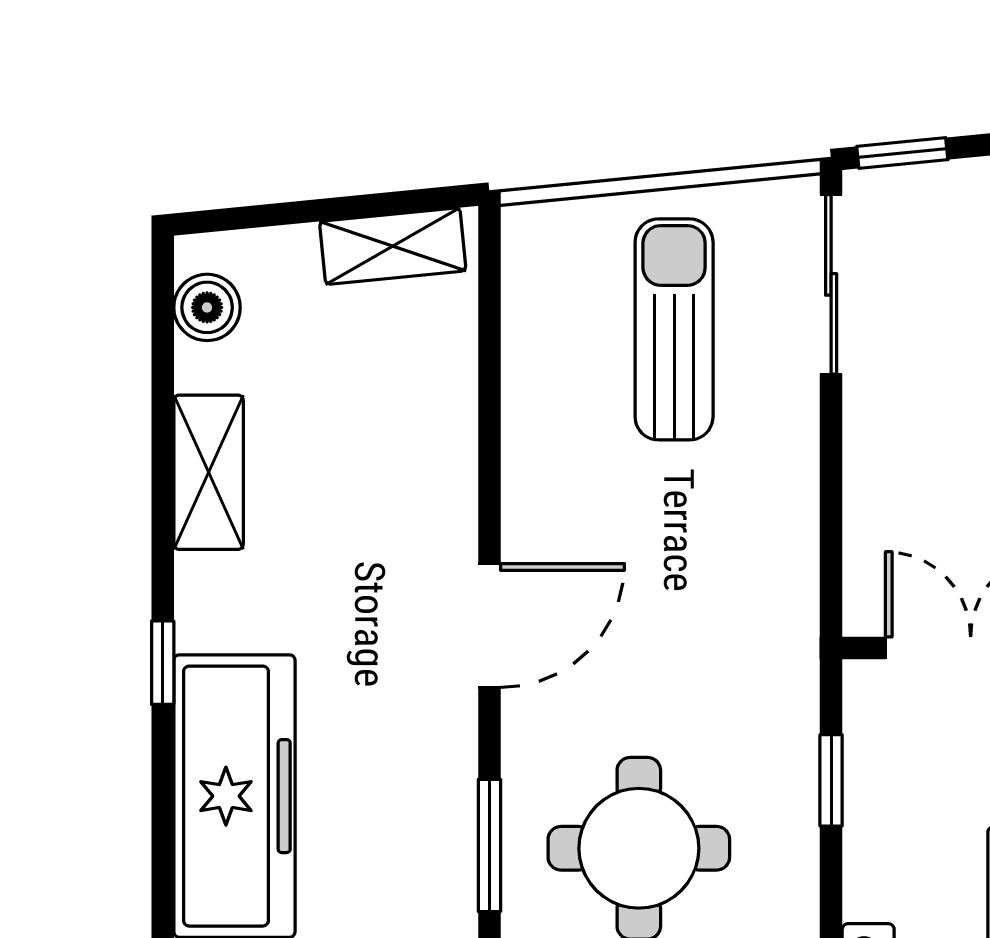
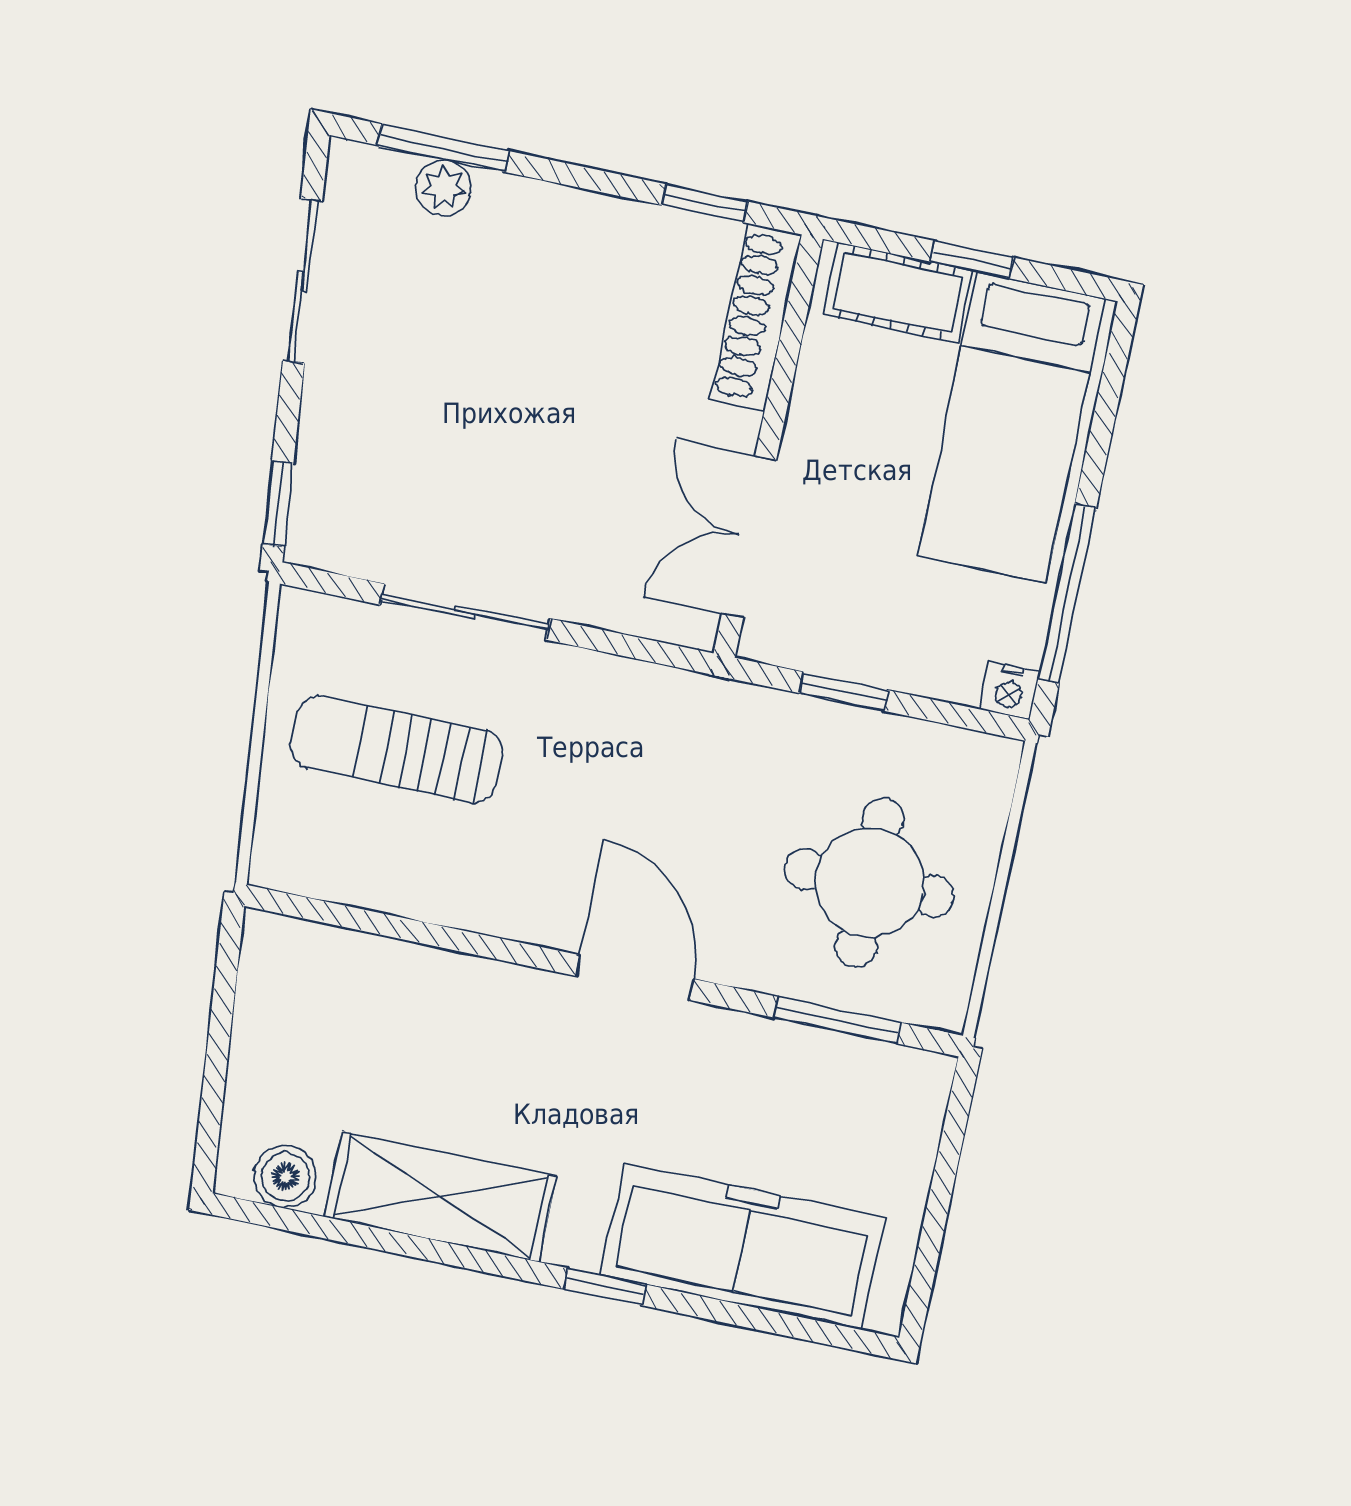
shelving: (393, 246) -> (265, 993), removed
sliding door: (831, 284) -> (465, 612), moved
shelving: (209, 472) -> (440, 1197), width x1.50, depth x1.33

